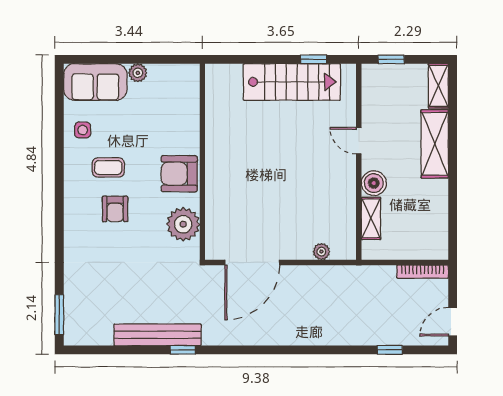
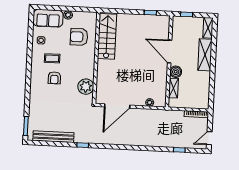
stairs: (292, 82) -> (107, 36), moved, turned -90
door: (359, 141) -> (170, 52), width x1.88
armchair: (179, 174) -> (79, 37), moved
bench: (158, 335) -> (53, 137), moved

